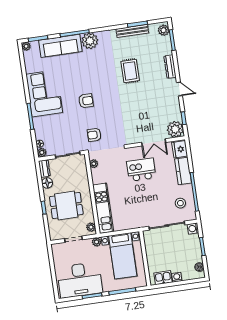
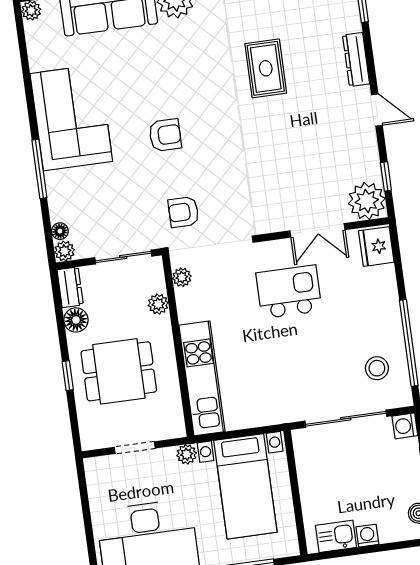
kitchen counter: (183, 171) -> (384, 296), removed
plant: (91, 227) -> (158, 304), moved

